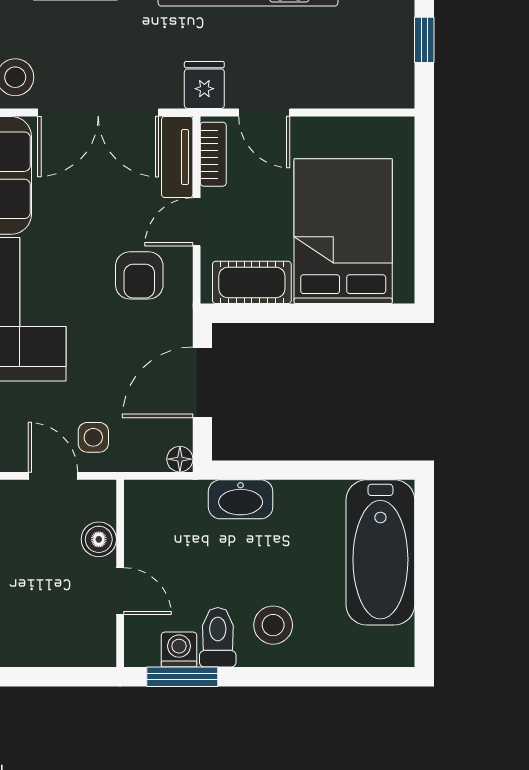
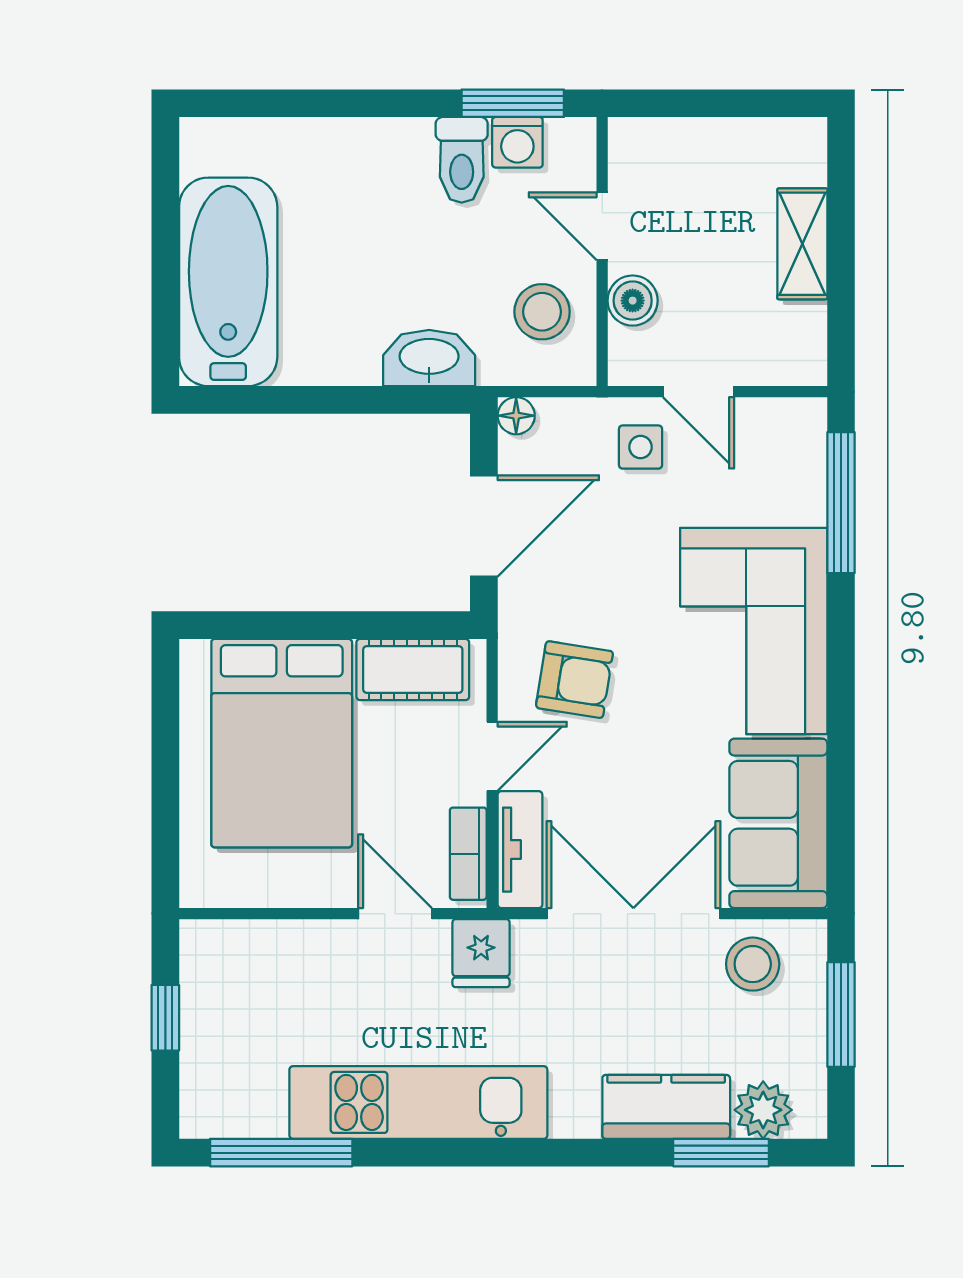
armchair: (139, 275) -> (574, 680), turned 99
stool: (273, 625) -> (542, 312), moved

